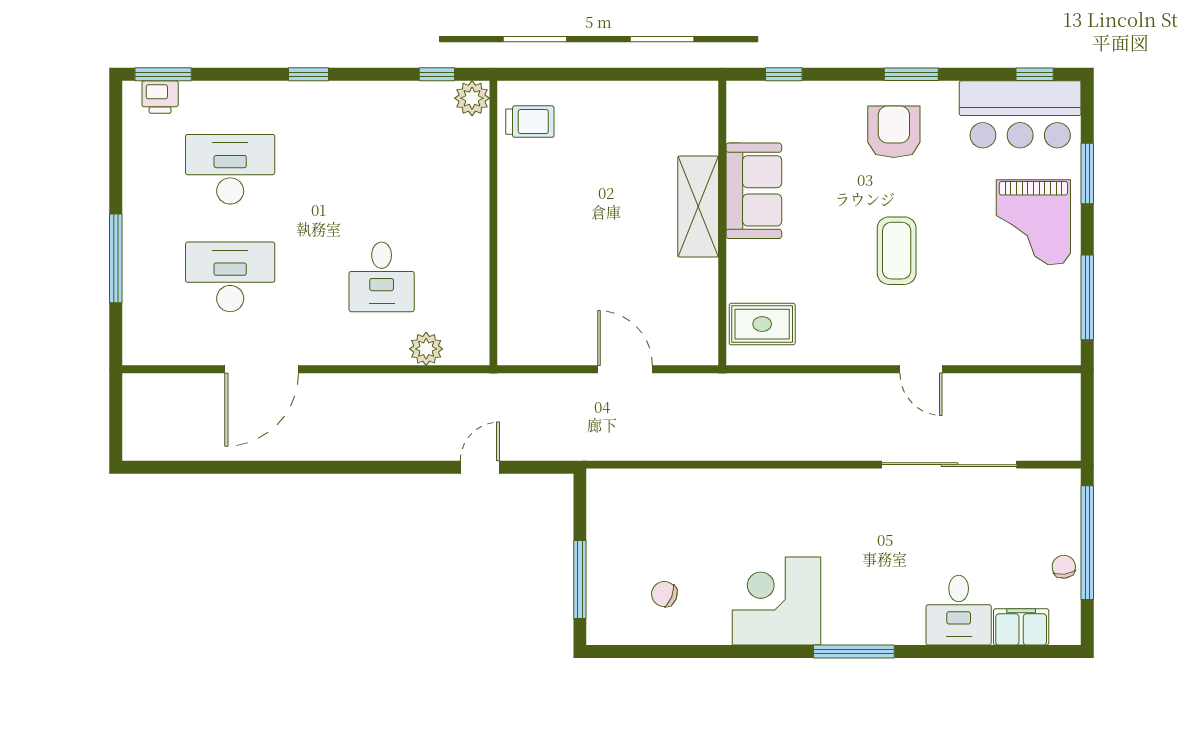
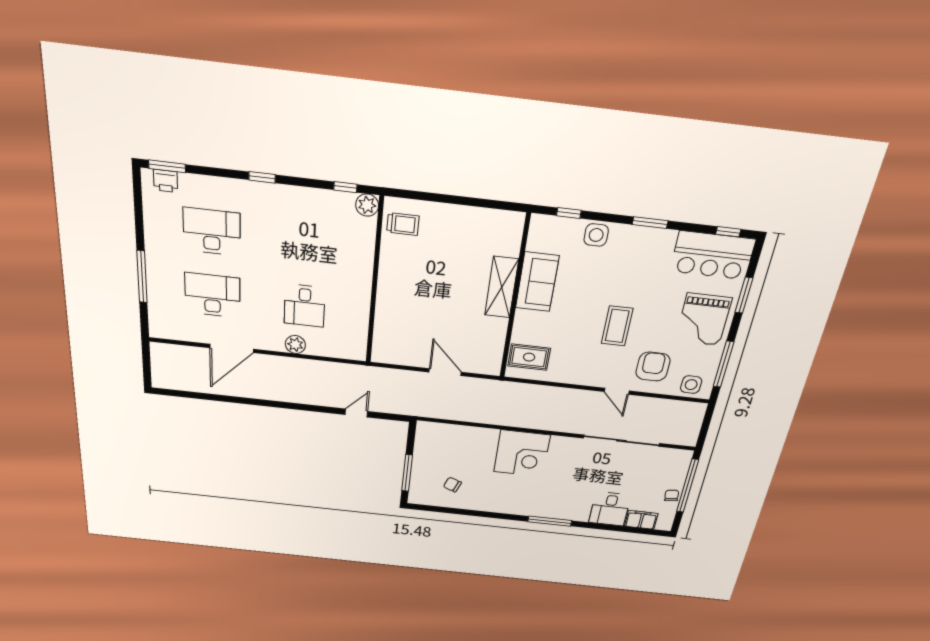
side table: (832, 104) -> (596, 235), added
armchair: (894, 132) -> (653, 367), moved
side table: (1043, 341) -> (691, 385), added
plant: (426, 349) -> (295, 344), moved
corner desk: (777, 601) -> (522, 453), moved, turned 180

